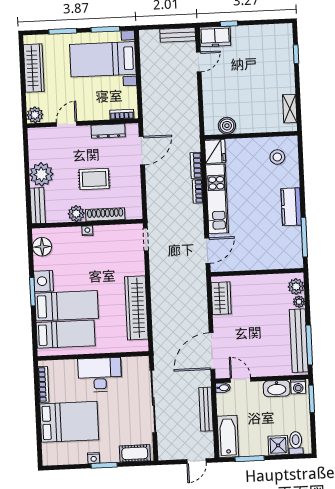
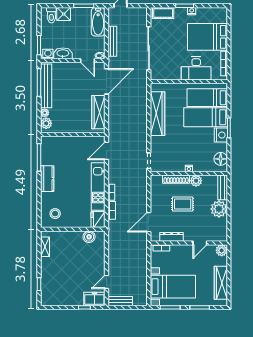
wardrobe: (221, 298) -> (98, 112), width x1.50
desk: (100, 375) -> (196, 68), moved

